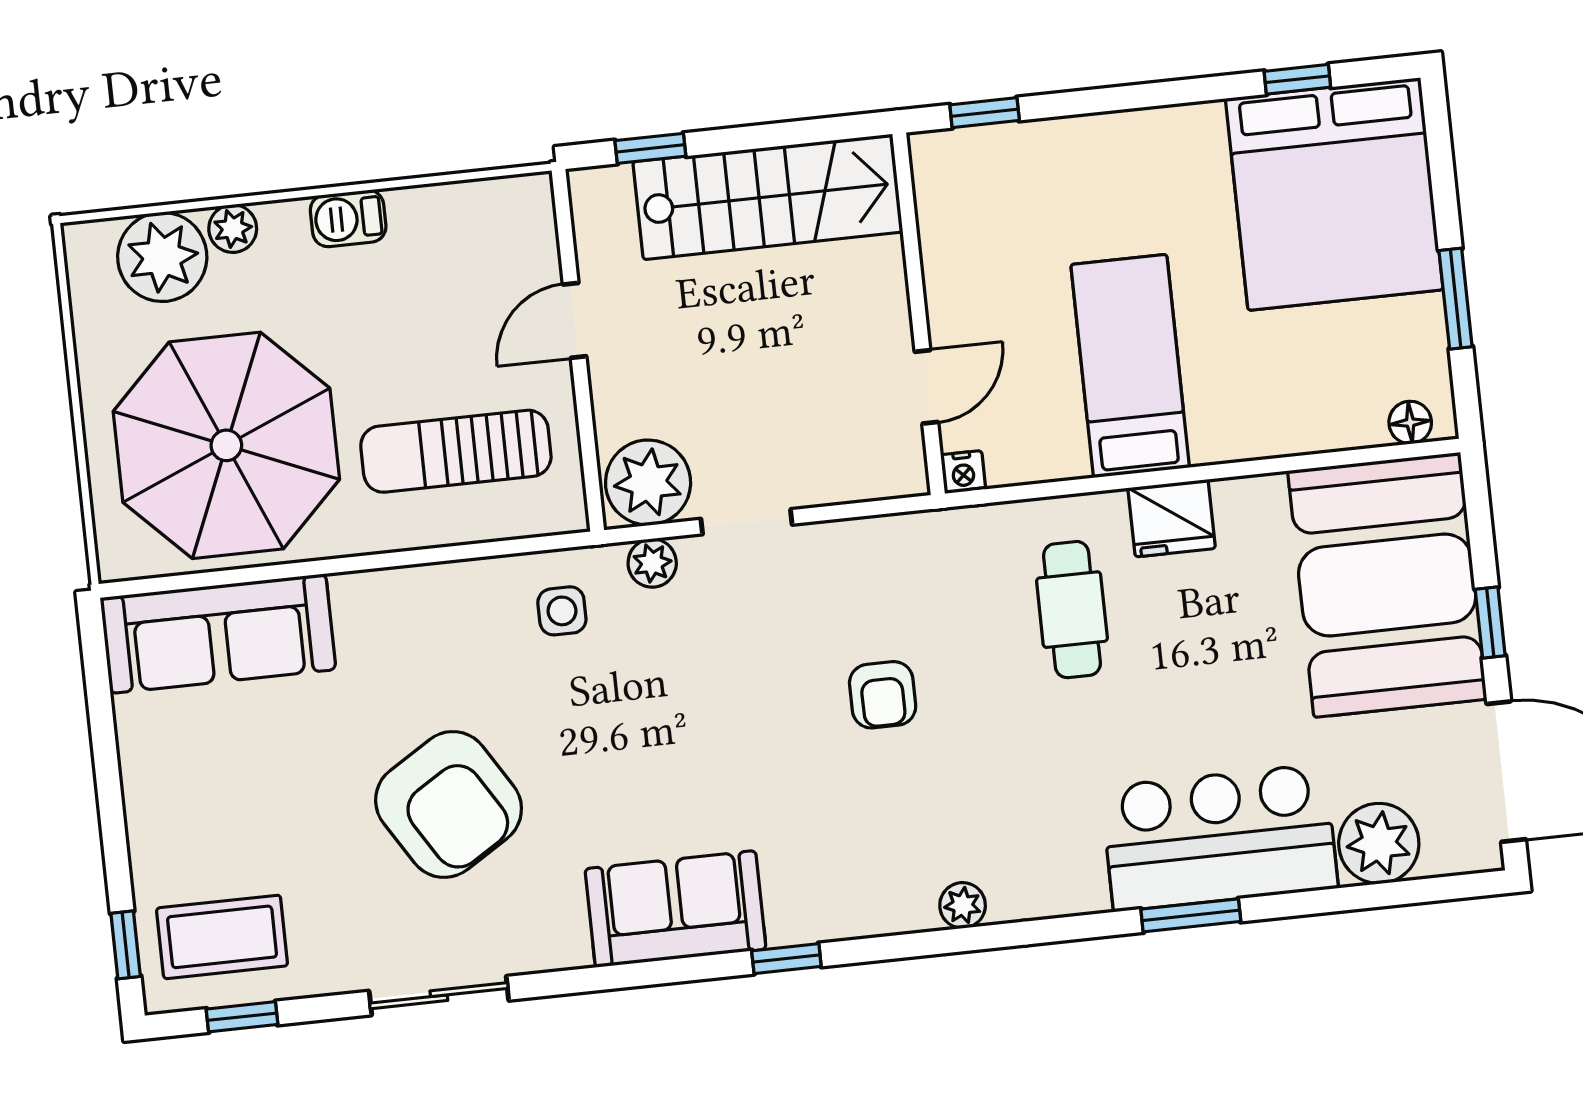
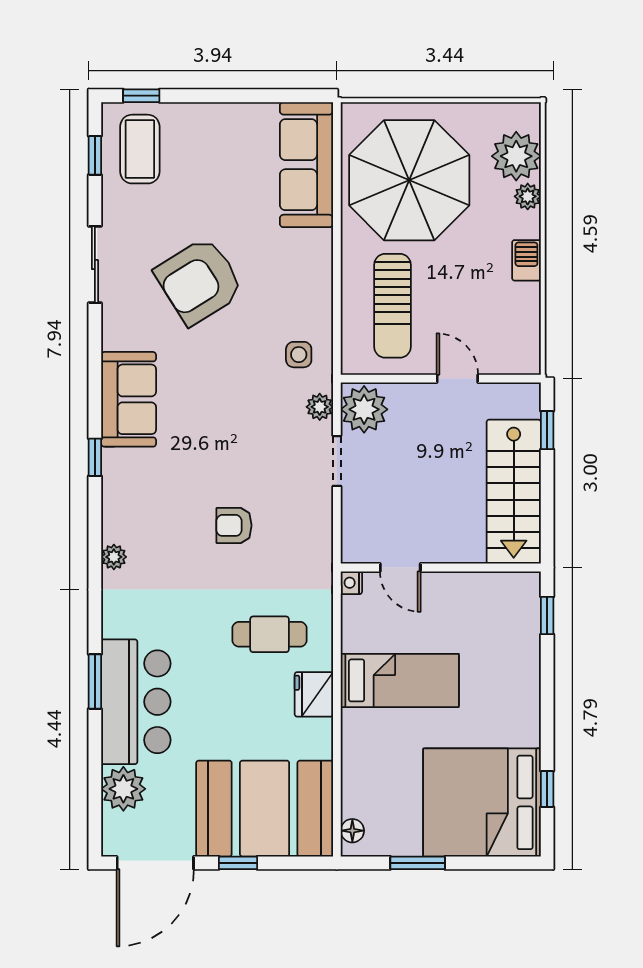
sun lounger: (456, 451) -> (392, 306), turned 180

